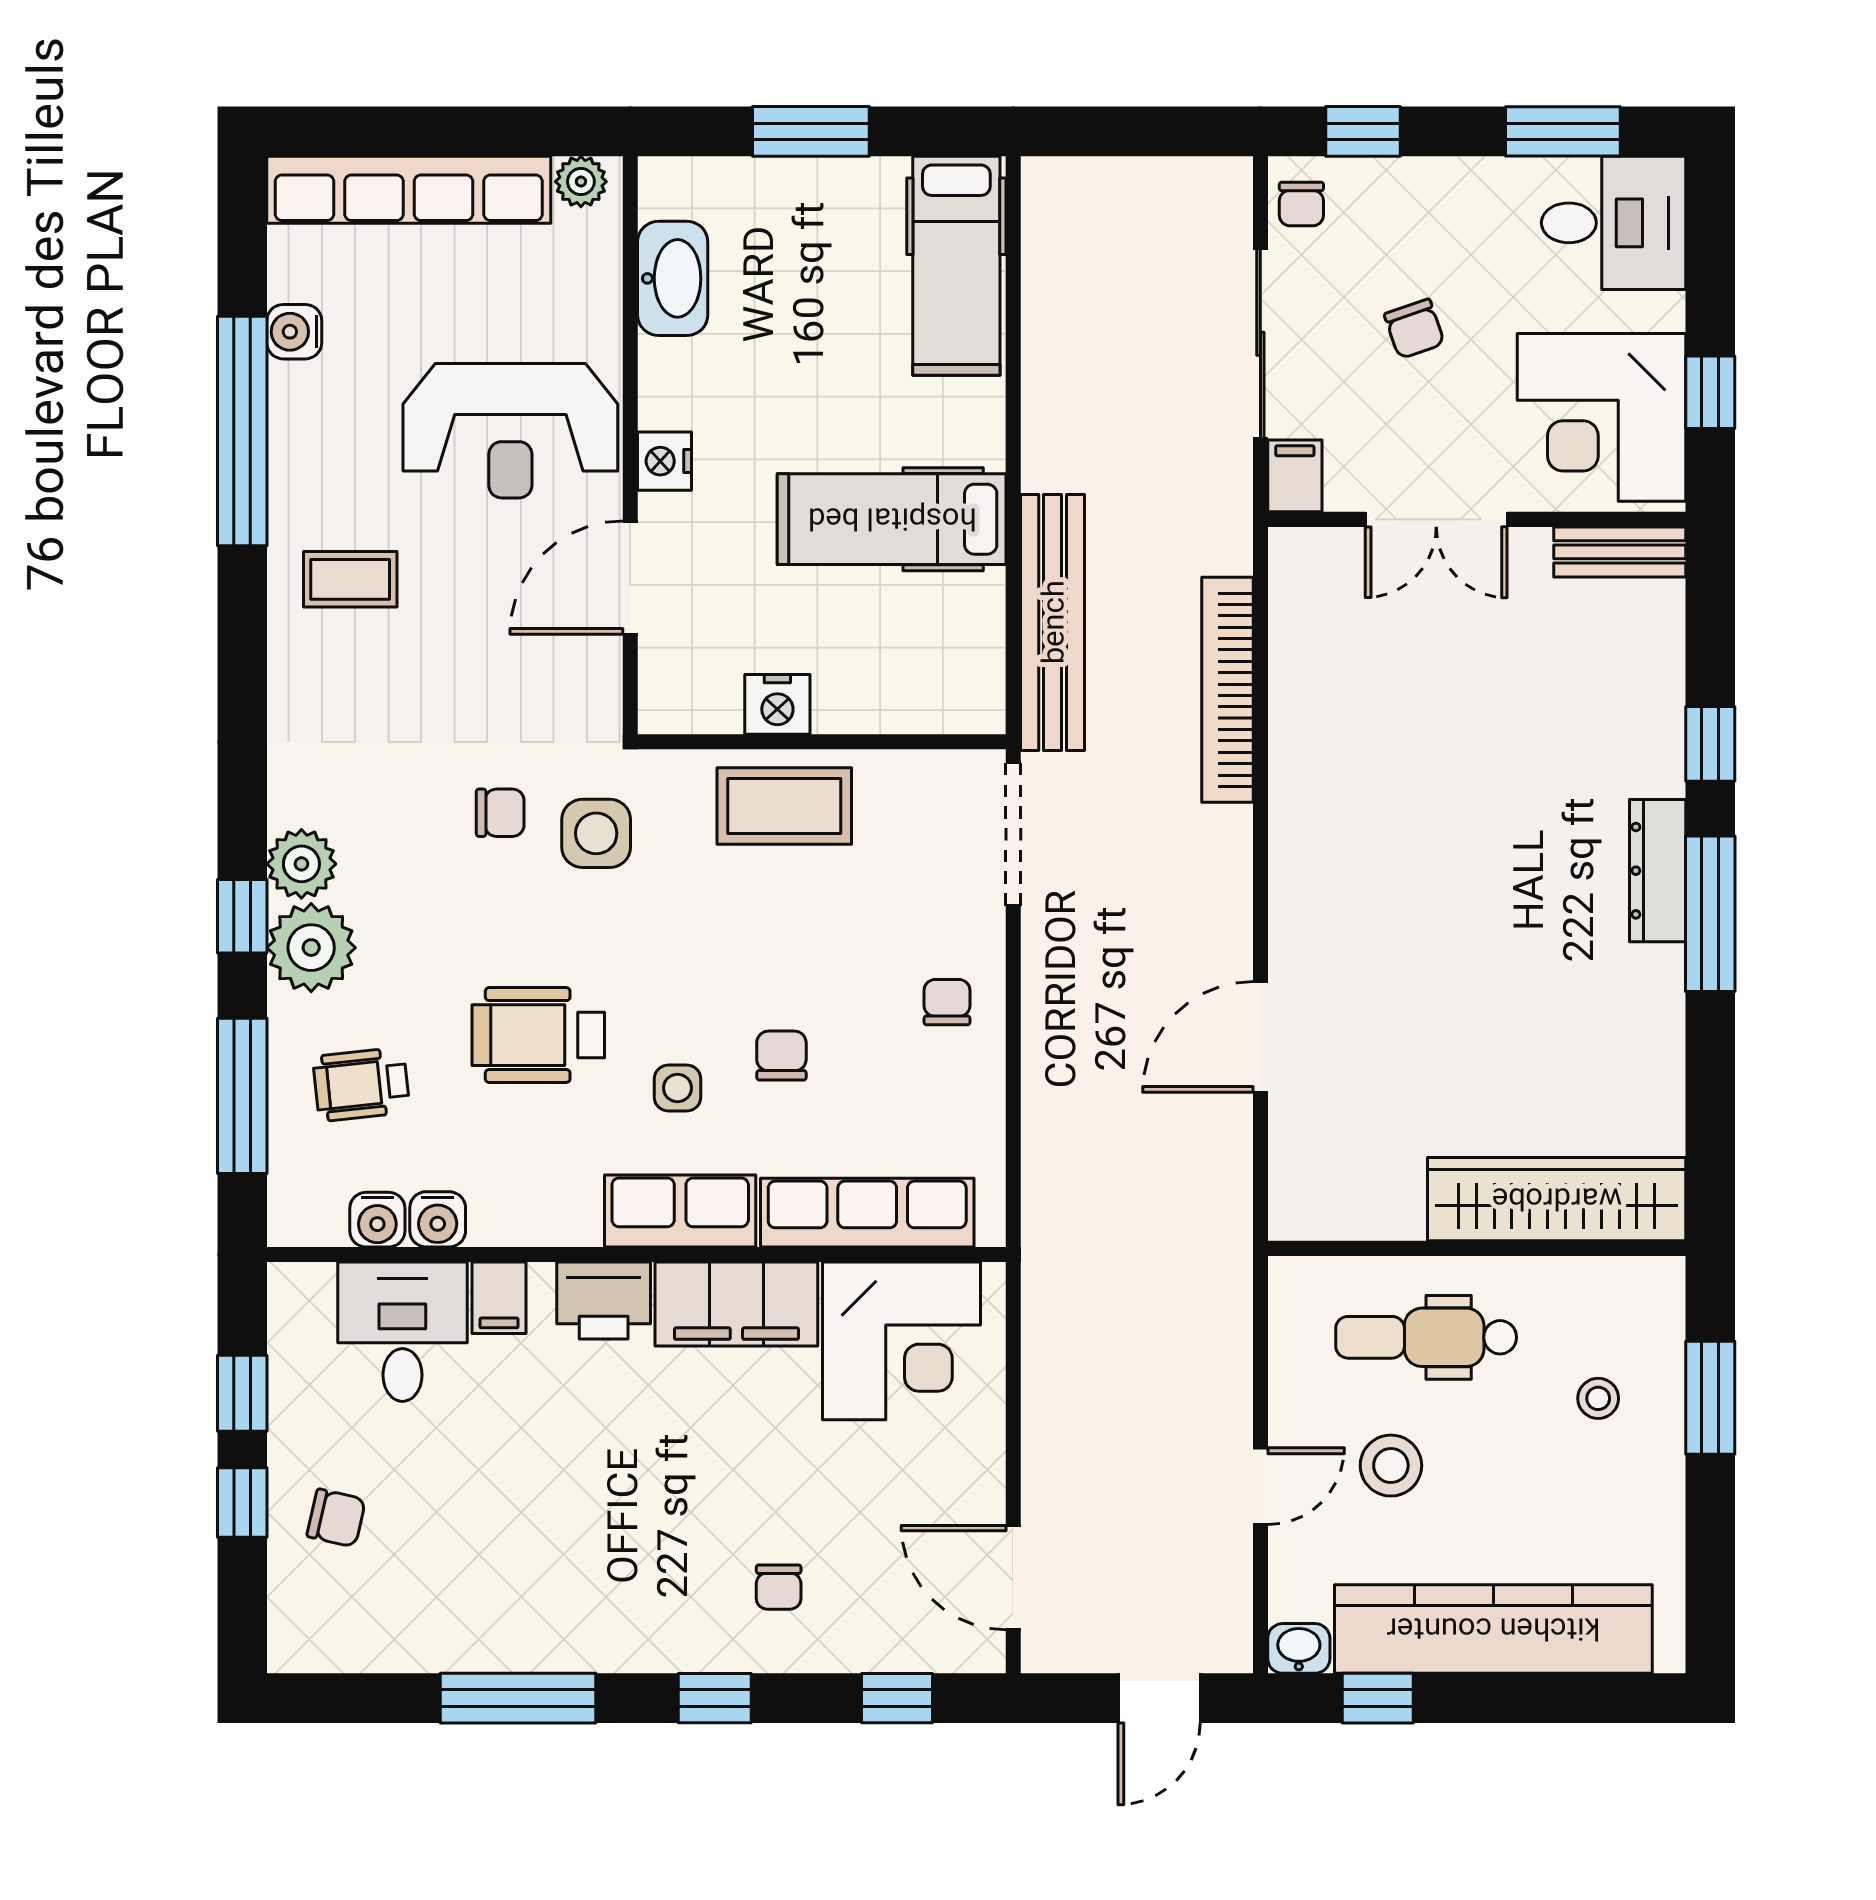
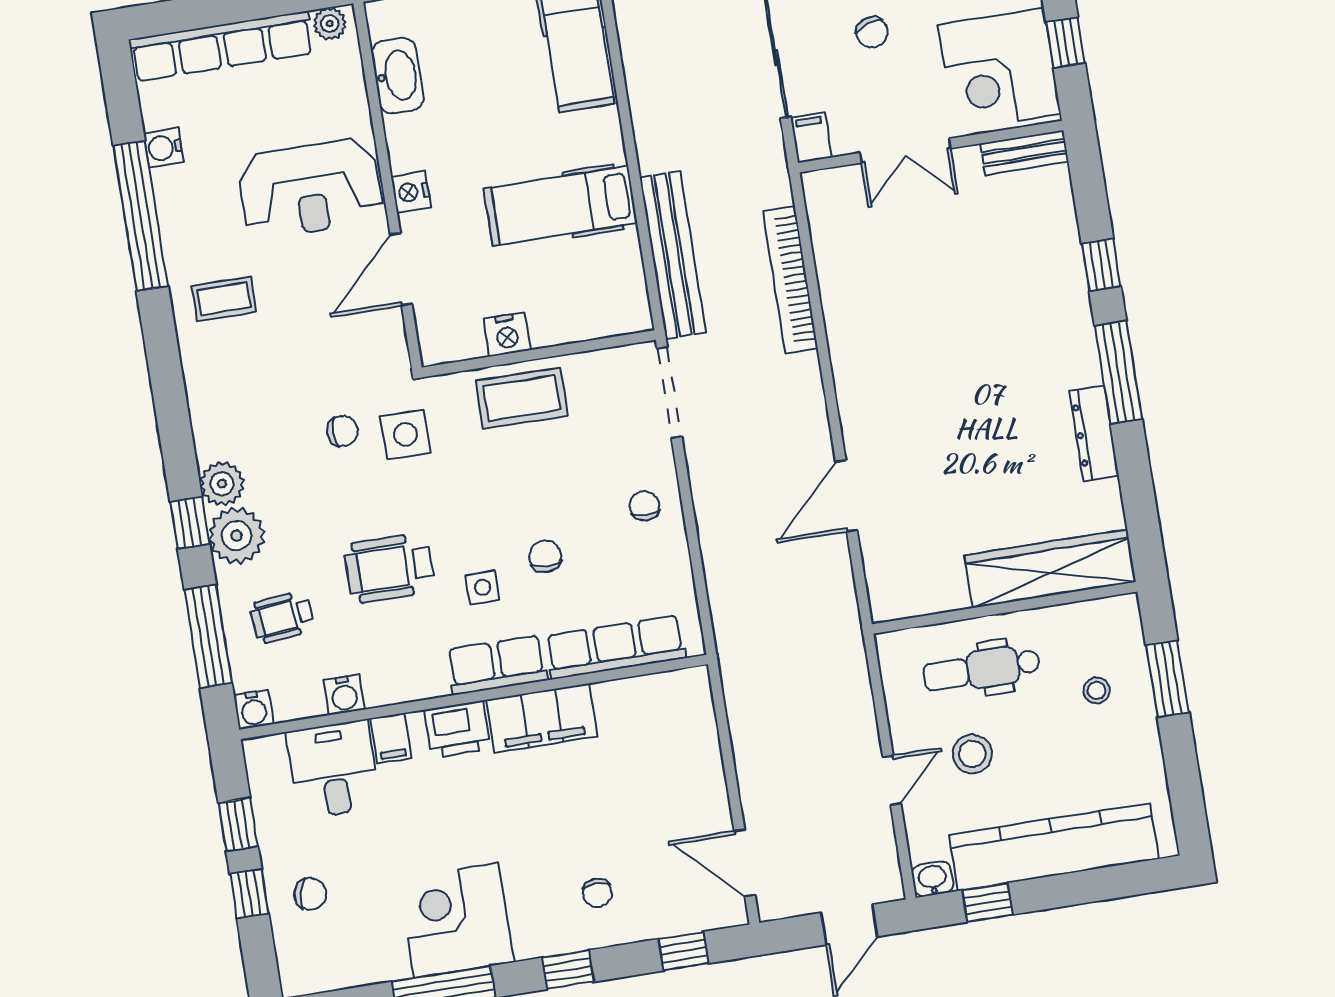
dresser: (1658, 871) -> (1094, 433), moved
water cooler: (377, 1220) -> (254, 709), moved
corner desk: (902, 1341) -> (456, 920), moved, turned 180

